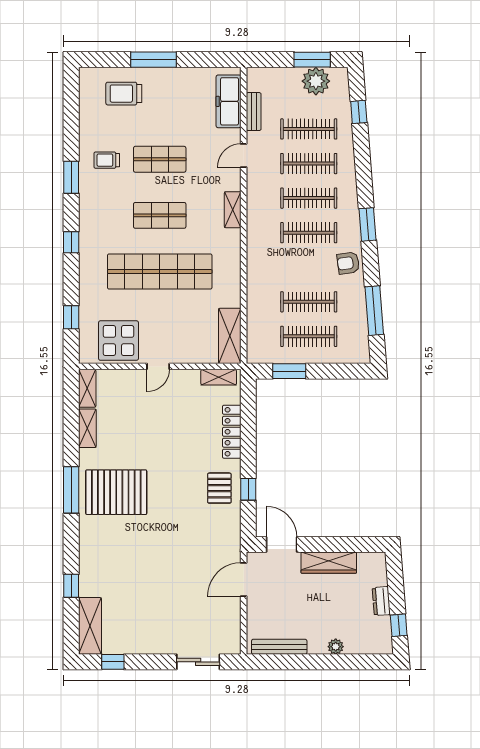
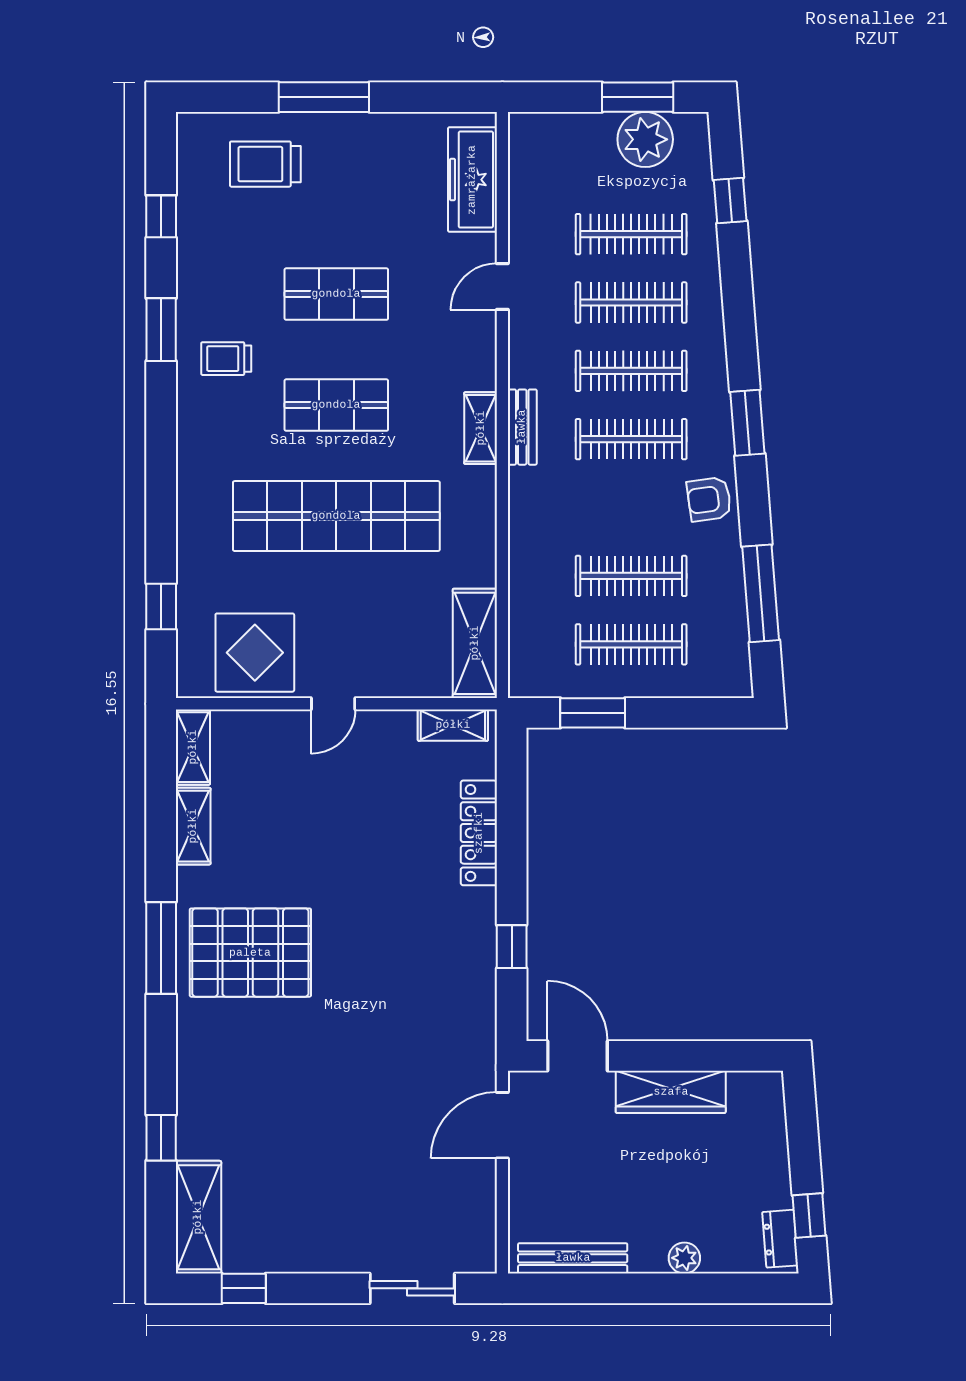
bench: (254, 112) -> (522, 427), moved
trolley: (107, 160) -> (226, 359), moved
shelving: (233, 210) -> (481, 428), moved
window: (71, 242) -> (161, 216), moved
pallet: (219, 488) -> (454, 944), removed
dresser: (381, 601) -> (780, 1239), moved

